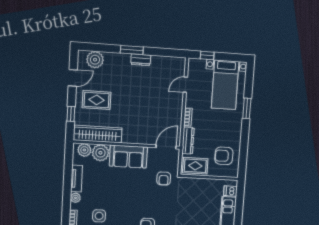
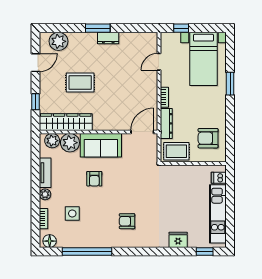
rug: (97, 100) -> (80, 82), moved
armchair: (164, 179) -> (94, 179), moved

